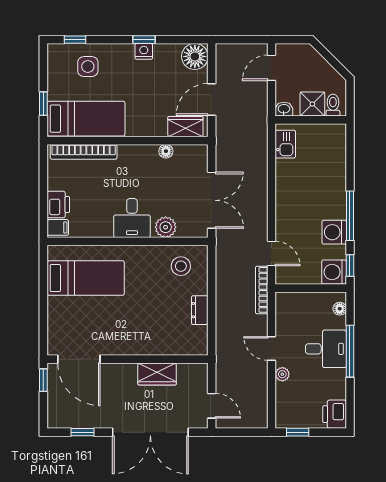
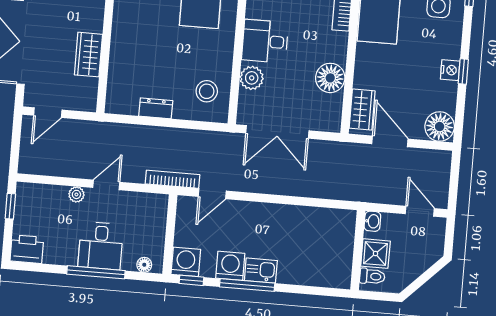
kitchen sink: (285, 144) -> (261, 271), moved, turned 180
floor lamp: (166, 151) -> (330, 78), width x1.89, depth x1.89

